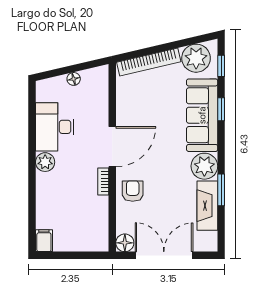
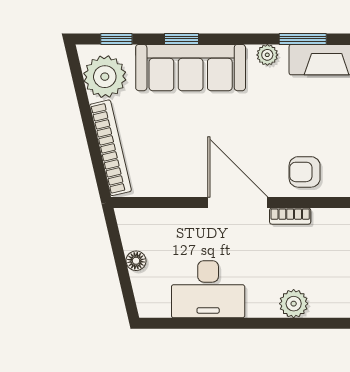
plant: (45, 162) -> (294, 304), moved
plant: (204, 166) -> (267, 55), width x0.53, depth x0.53

